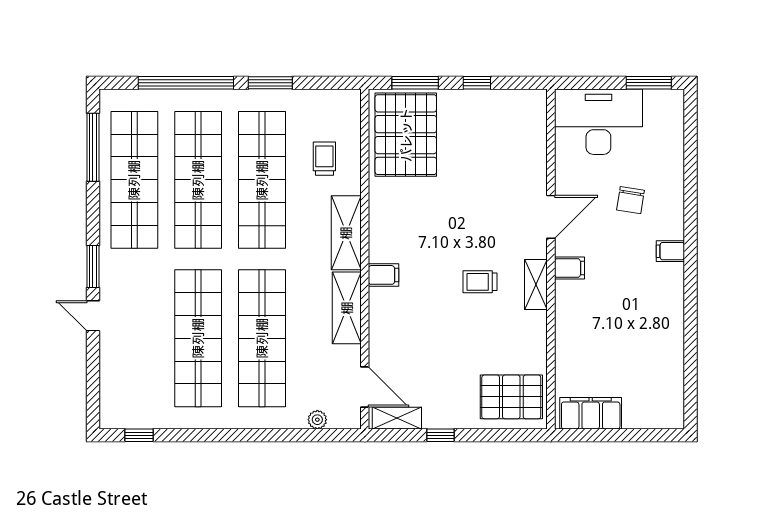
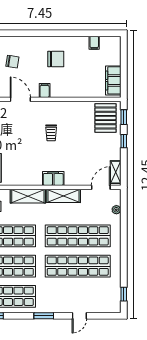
filing cabinet: (670, 251) -> (94, 43), moved
filing cabinet: (384, 275) -> (53, 178), width x2.00
shelving: (536, 284) -> (52, 106), removed
chair: (636, 292) -> (56, 59), added
door: (93, 316) -> (79, 316), moved
window: (441, 435) -> (124, 141), moved
window: (513, 435) -> (124, 117), added

